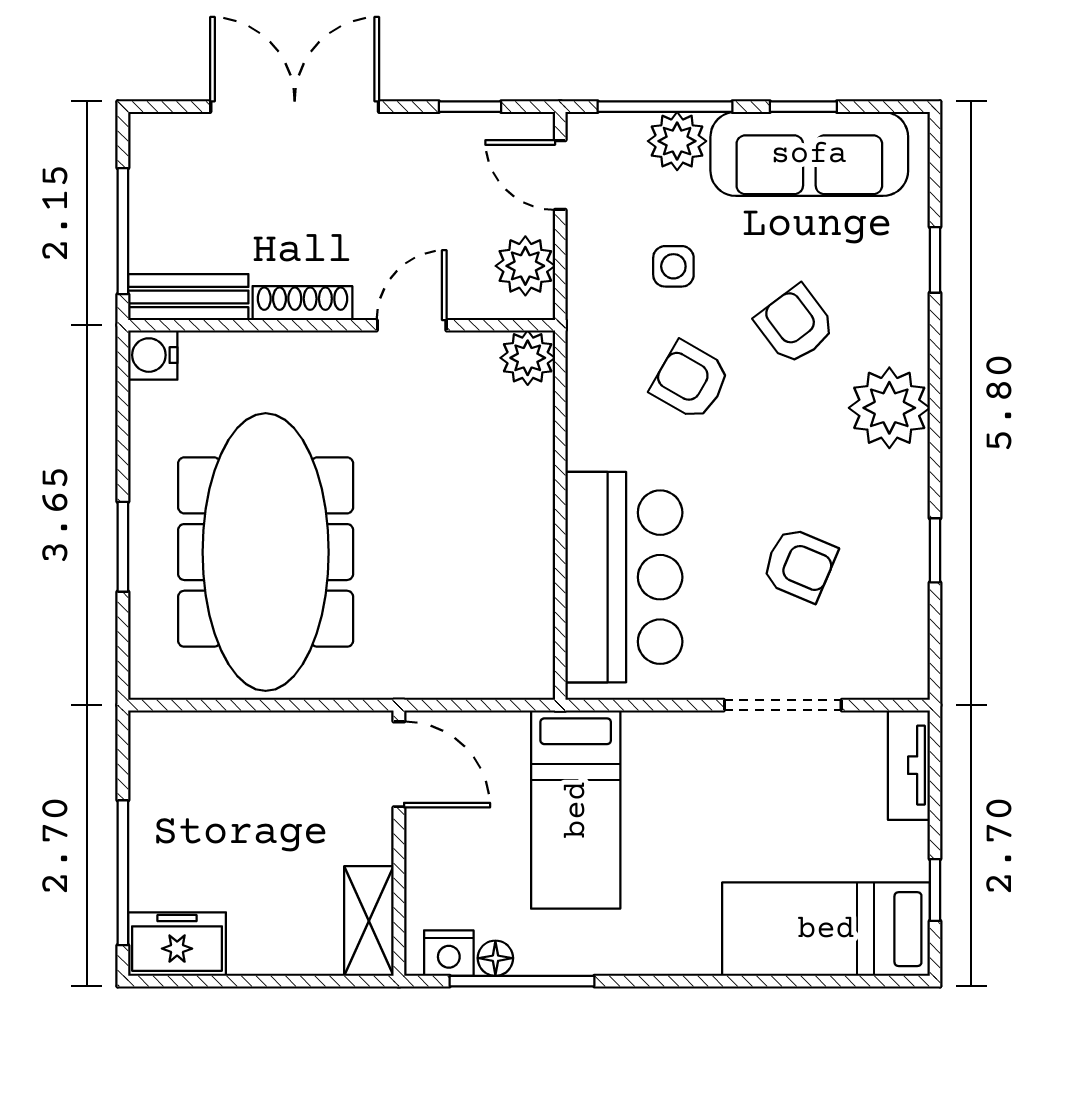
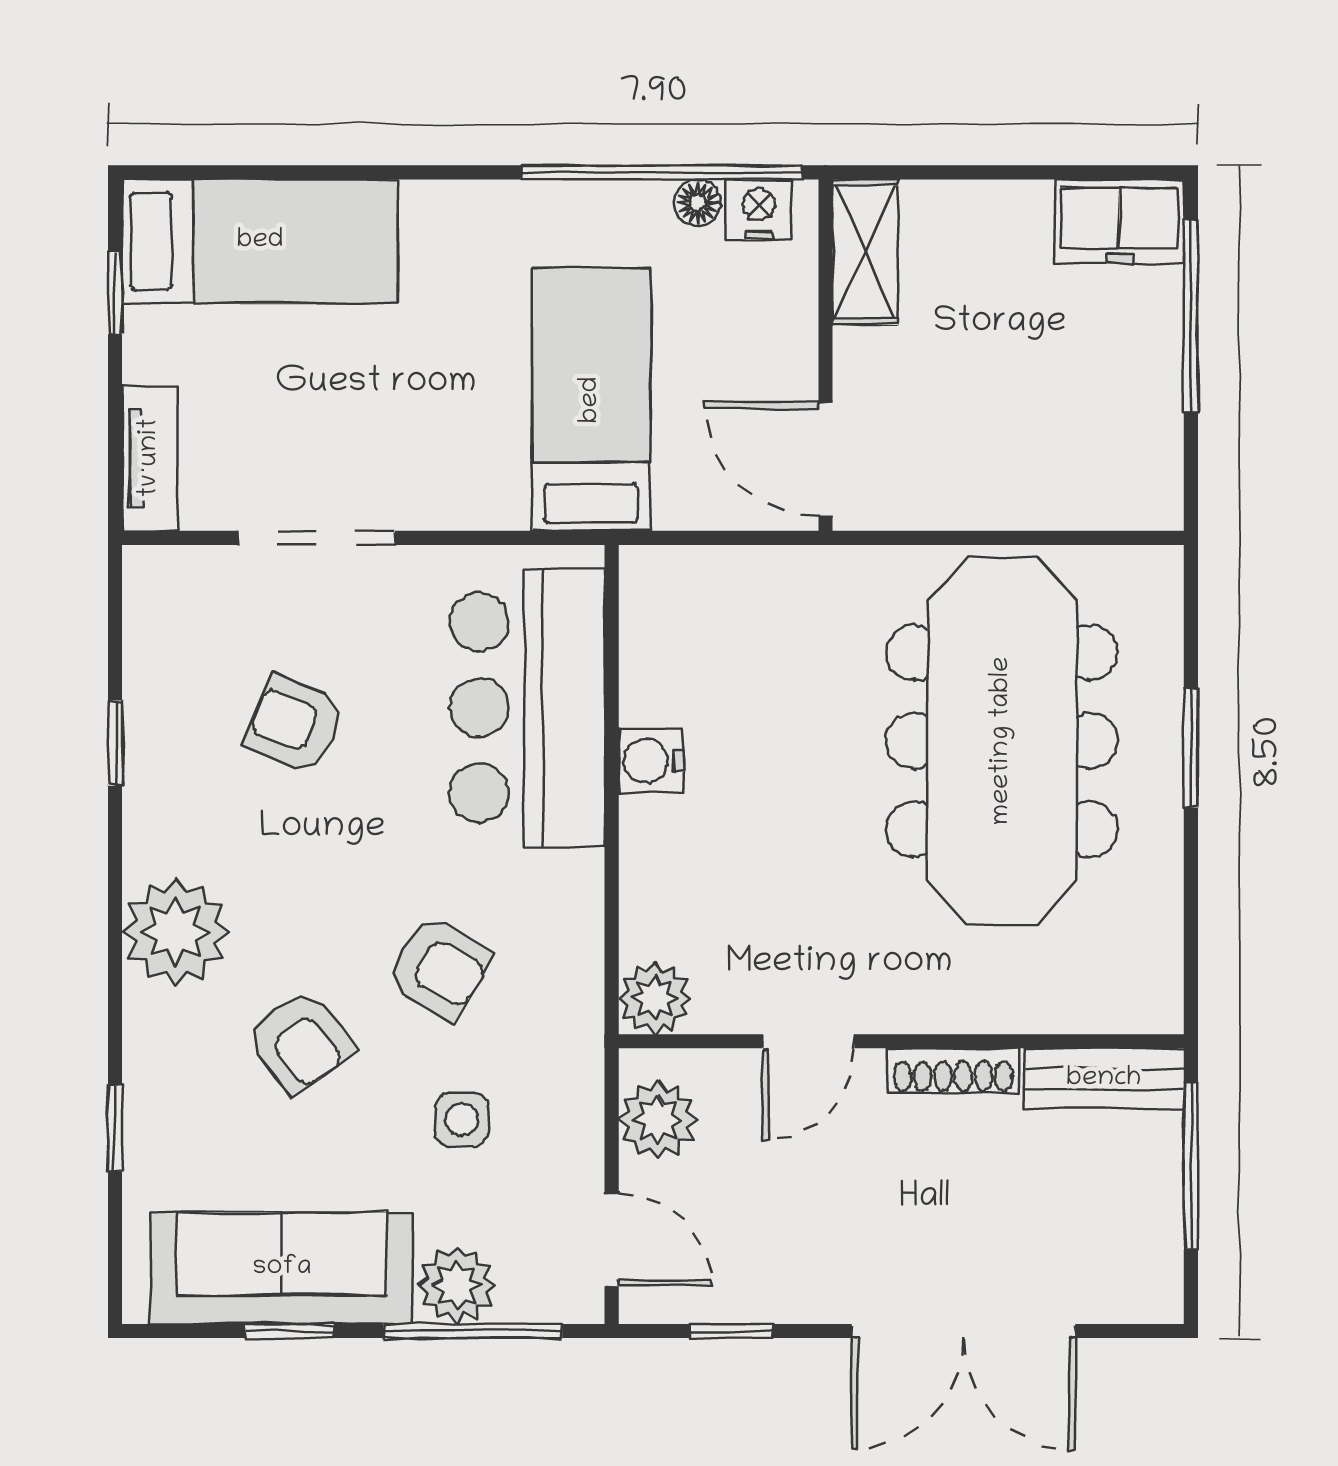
water cooler: (153, 355) -> (651, 761), moved, turned 180
window: (522, 981) -> (662, 172), width x1.46

